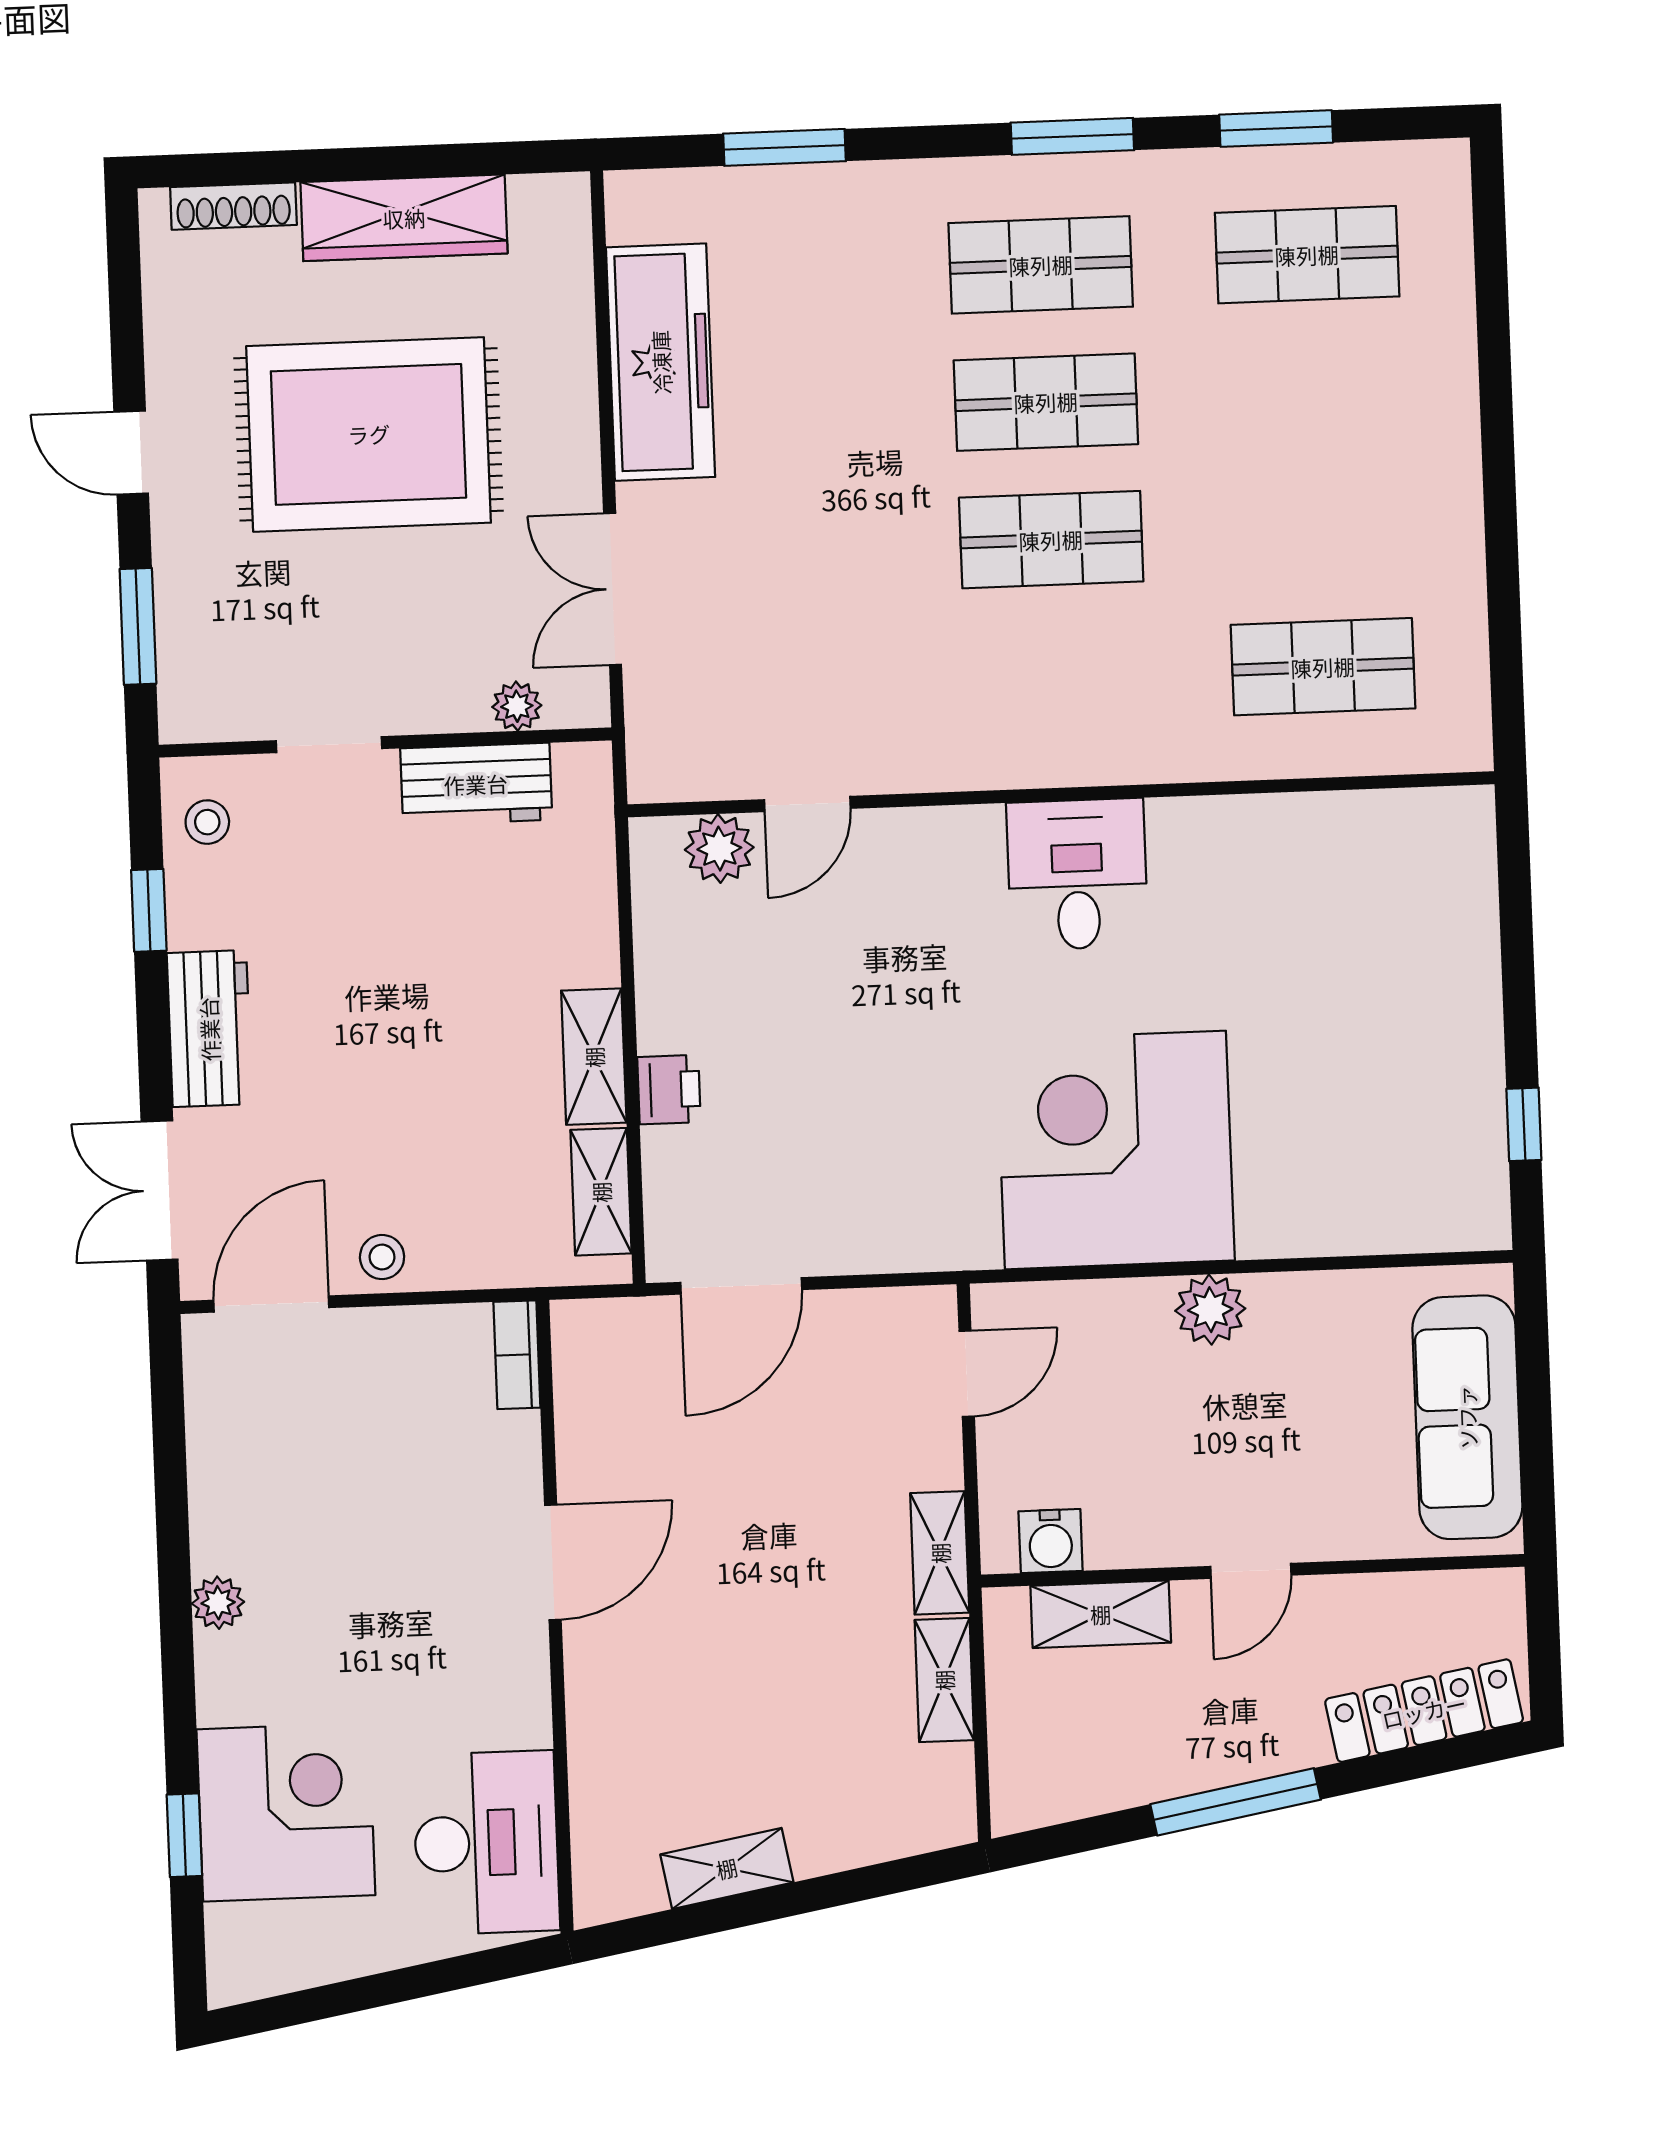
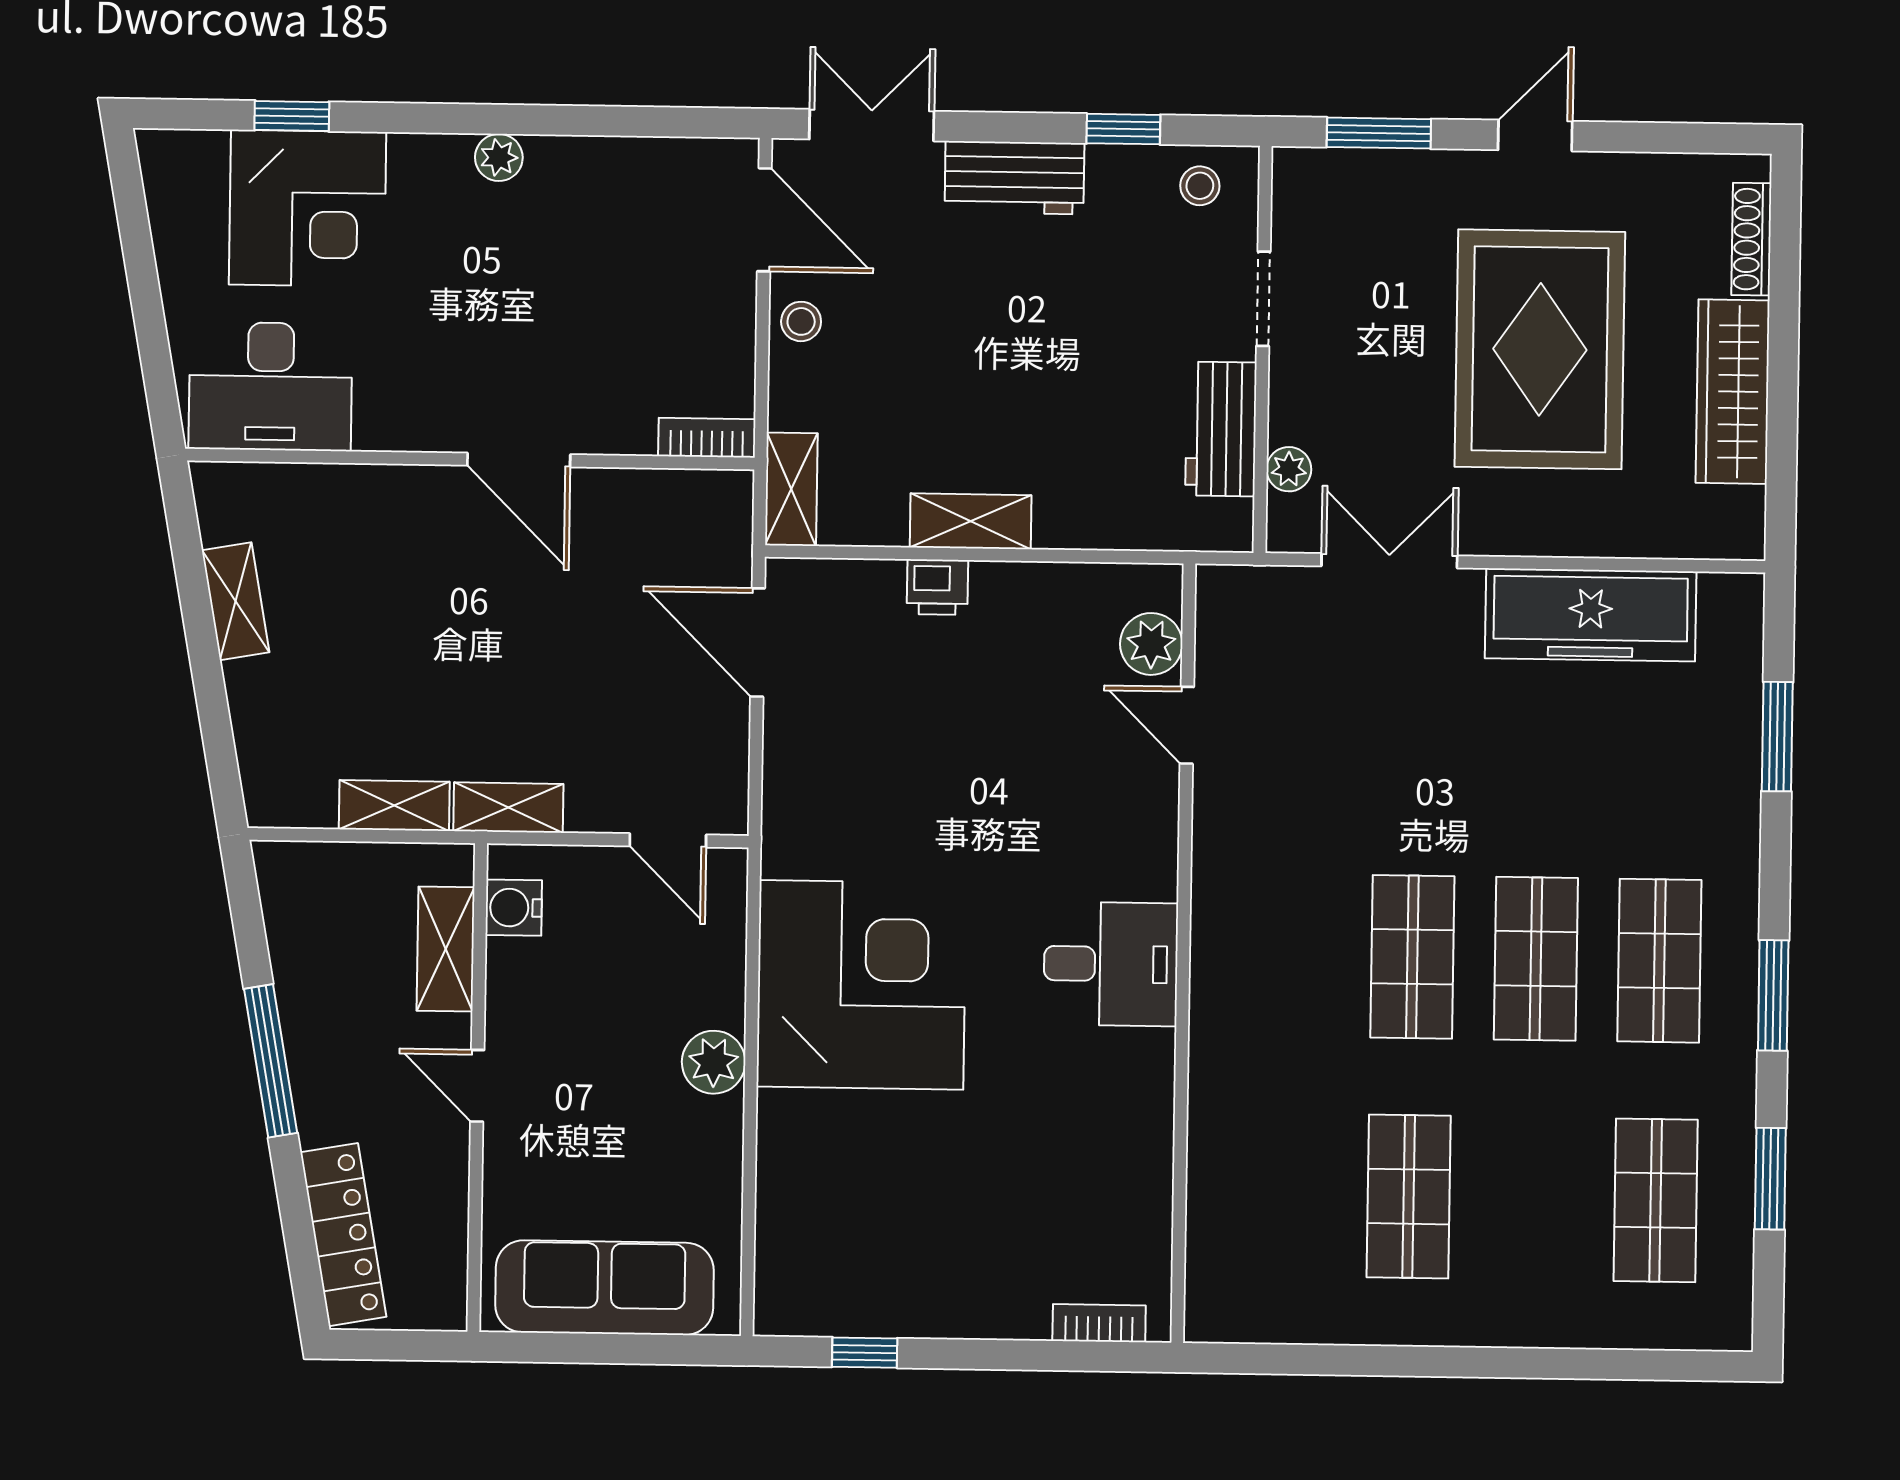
shop shelf: (1323, 667) -> (1409, 1196), moved
bookcase: (1477, 866) -> (1099, 1323), added
shelving: (601, 1192) -> (791, 489), moved, turned 90

